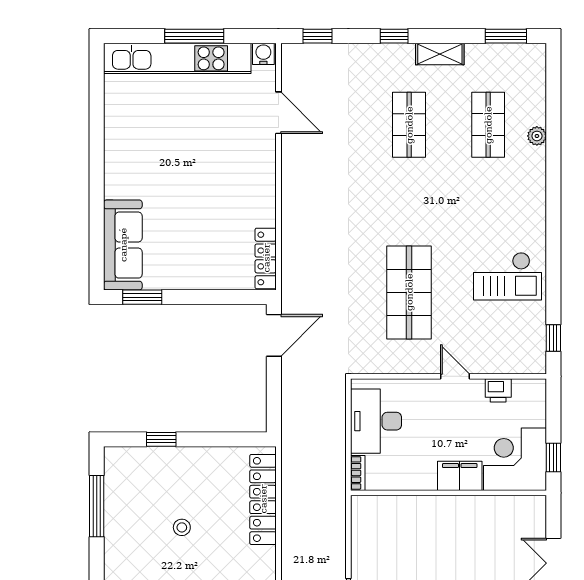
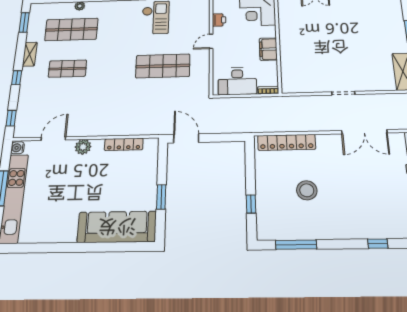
shop shelf: (488, 125) -> (71, 29), width x1.43, depth x1.36
plant: (263, 164) -> (83, 147), added
sofa: (123, 245) -> (117, 227), width x1.36, depth x1.27
locker: (266, 258) -> (124, 144), moved
window: (142, 297) -> (161, 197), moved
filing cabinet: (460, 476) -> (268, 49), moved
stool: (182, 527) -> (307, 190), width x1.89, depth x1.89

